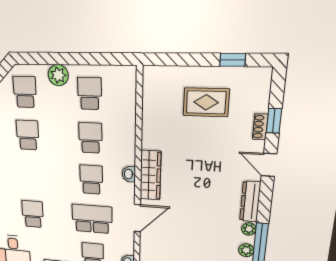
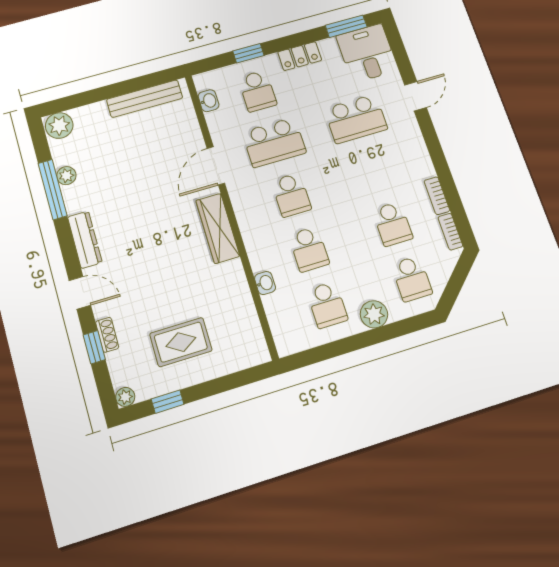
washbasin: (129, 174) -> (265, 283), moved
school desk: (33, 214) -> (356, 119), width x1.85
plant: (249, 229) -> (125, 397), moved

